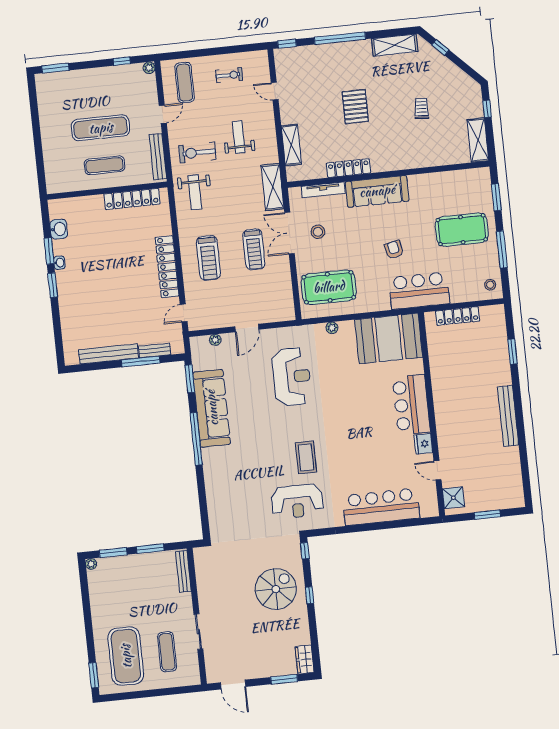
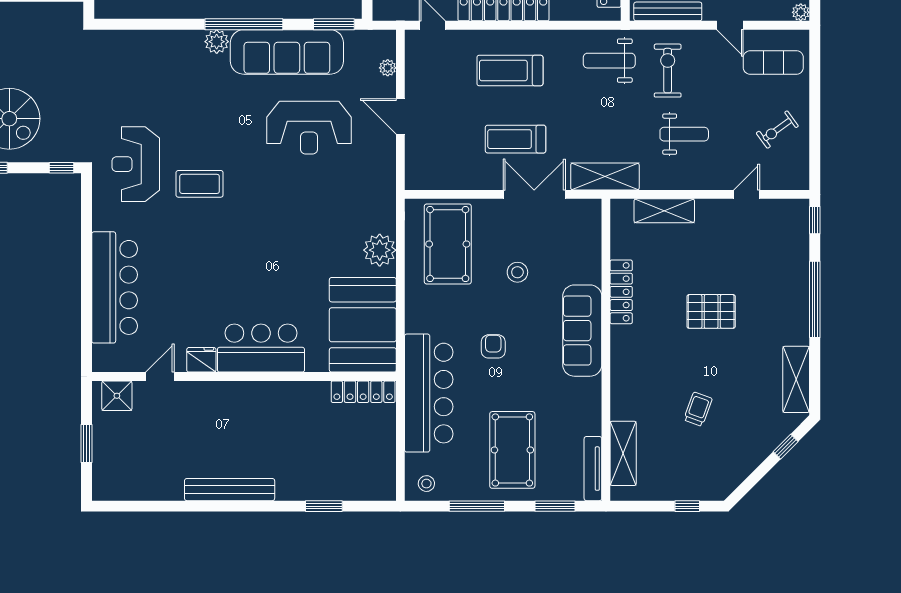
exercise bike: (229, 75) -> (777, 130), turned 54
trolley: (421, 109) -> (698, 409), turned -74
shelving: (478, 140) -> (623, 453), moved, turned 90
tv unit: (323, 190) -> (593, 469), moved
stool: (318, 232) -> (517, 272), moved
armchair: (394, 250) -> (493, 346), turned -78
bar counter: (419, 291) -> (429, 393), width x1.36
locker: (458, 316) -> (363, 392), moved, turned -90
plant: (332, 328) -> (380, 250), width x1.88, depth x1.88
reception desk: (292, 377) -> (309, 128), moved
plant: (210, 456) -> (217, 42), added

